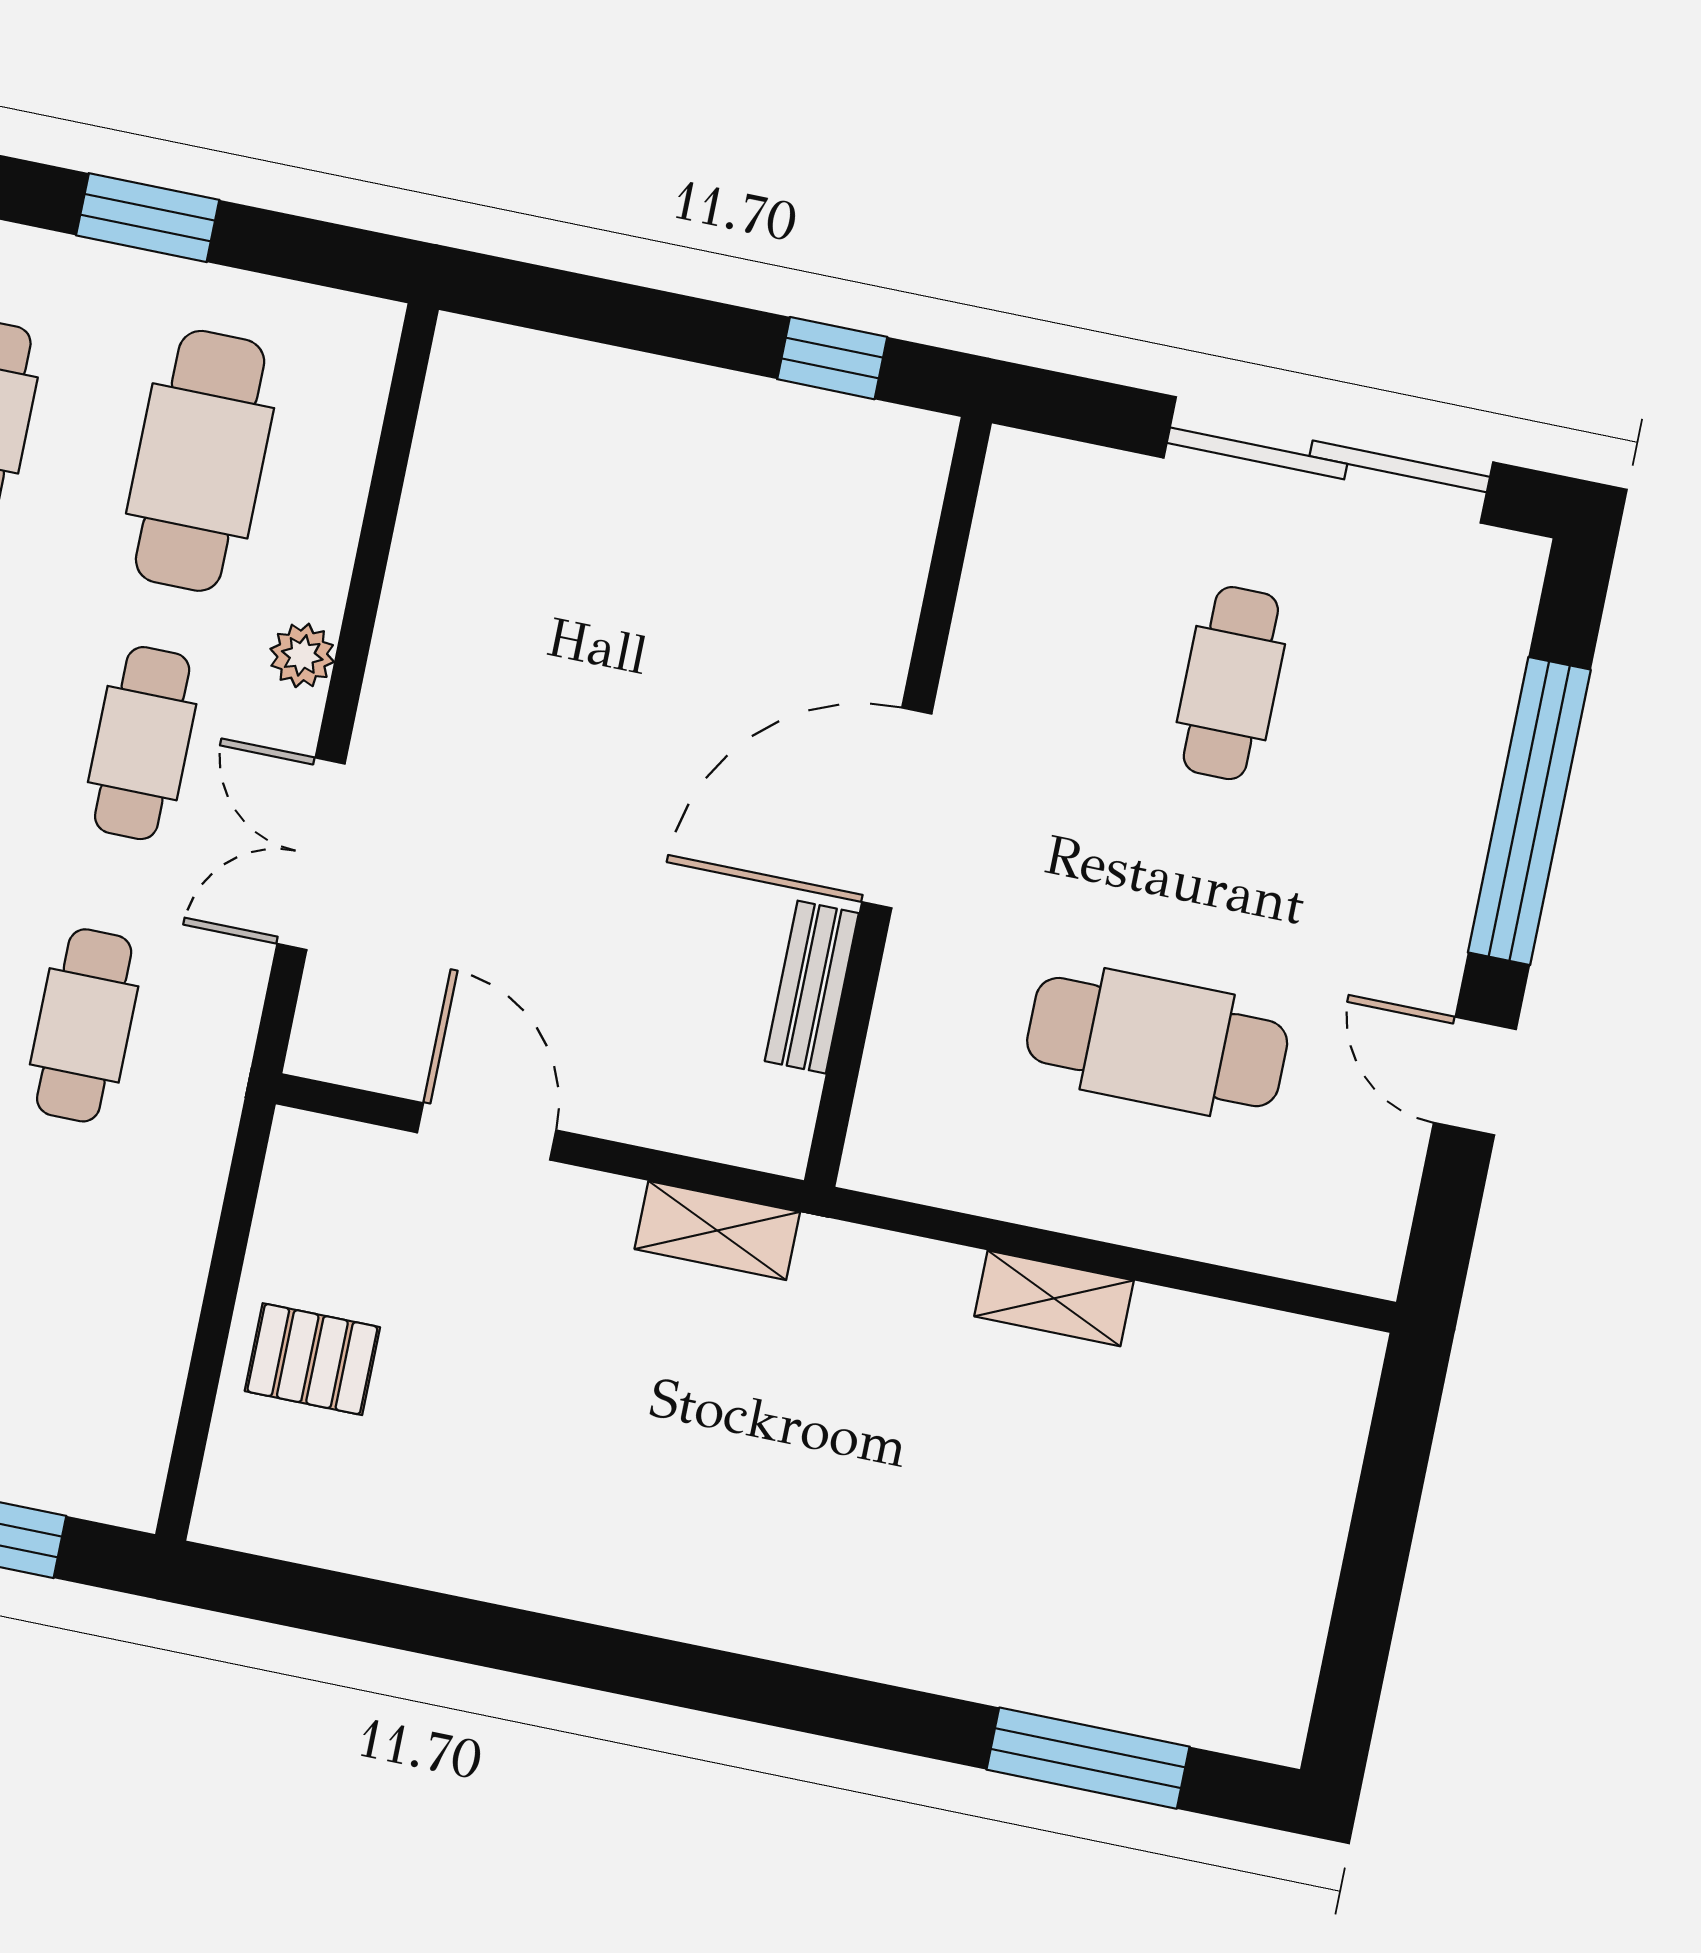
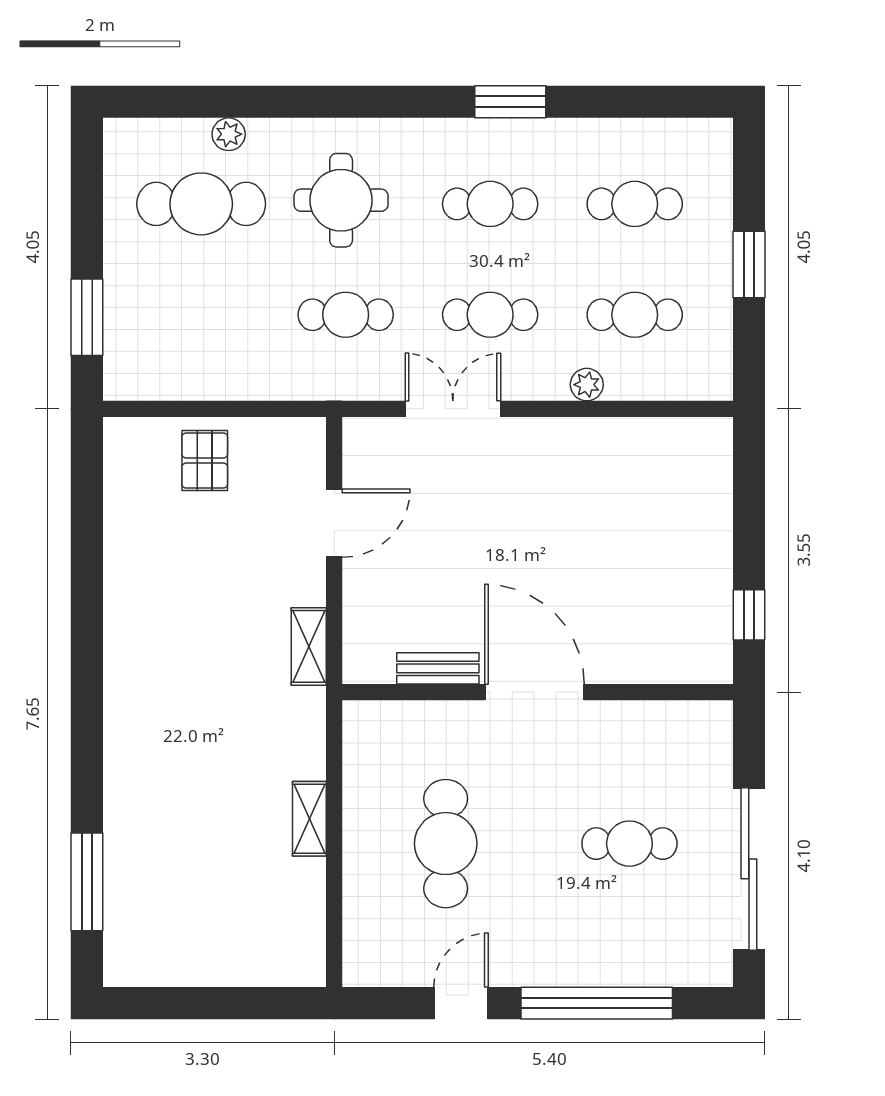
cafe table: (200, 461) -> (635, 315), width x0.73, depth x0.74
plant: (302, 655) -> (587, 385), moved

